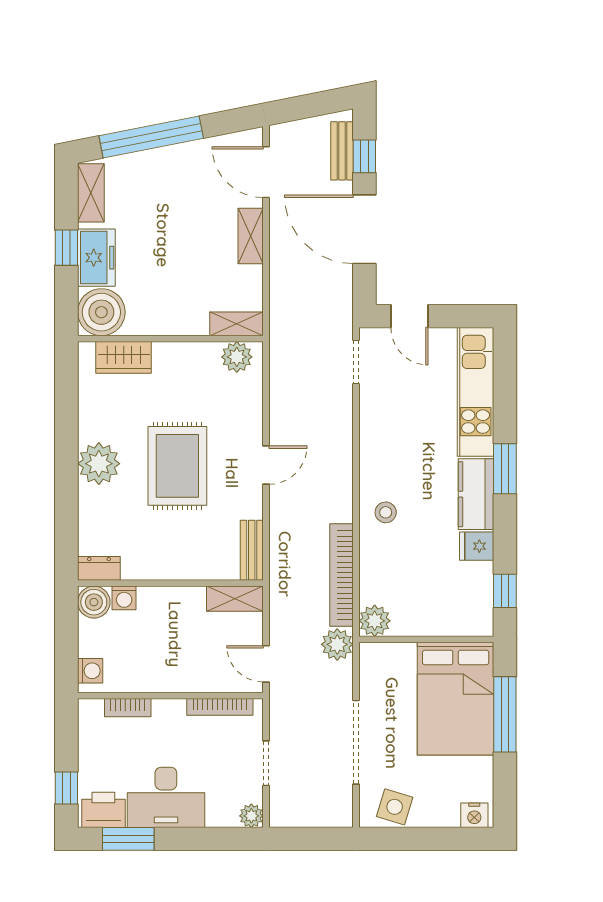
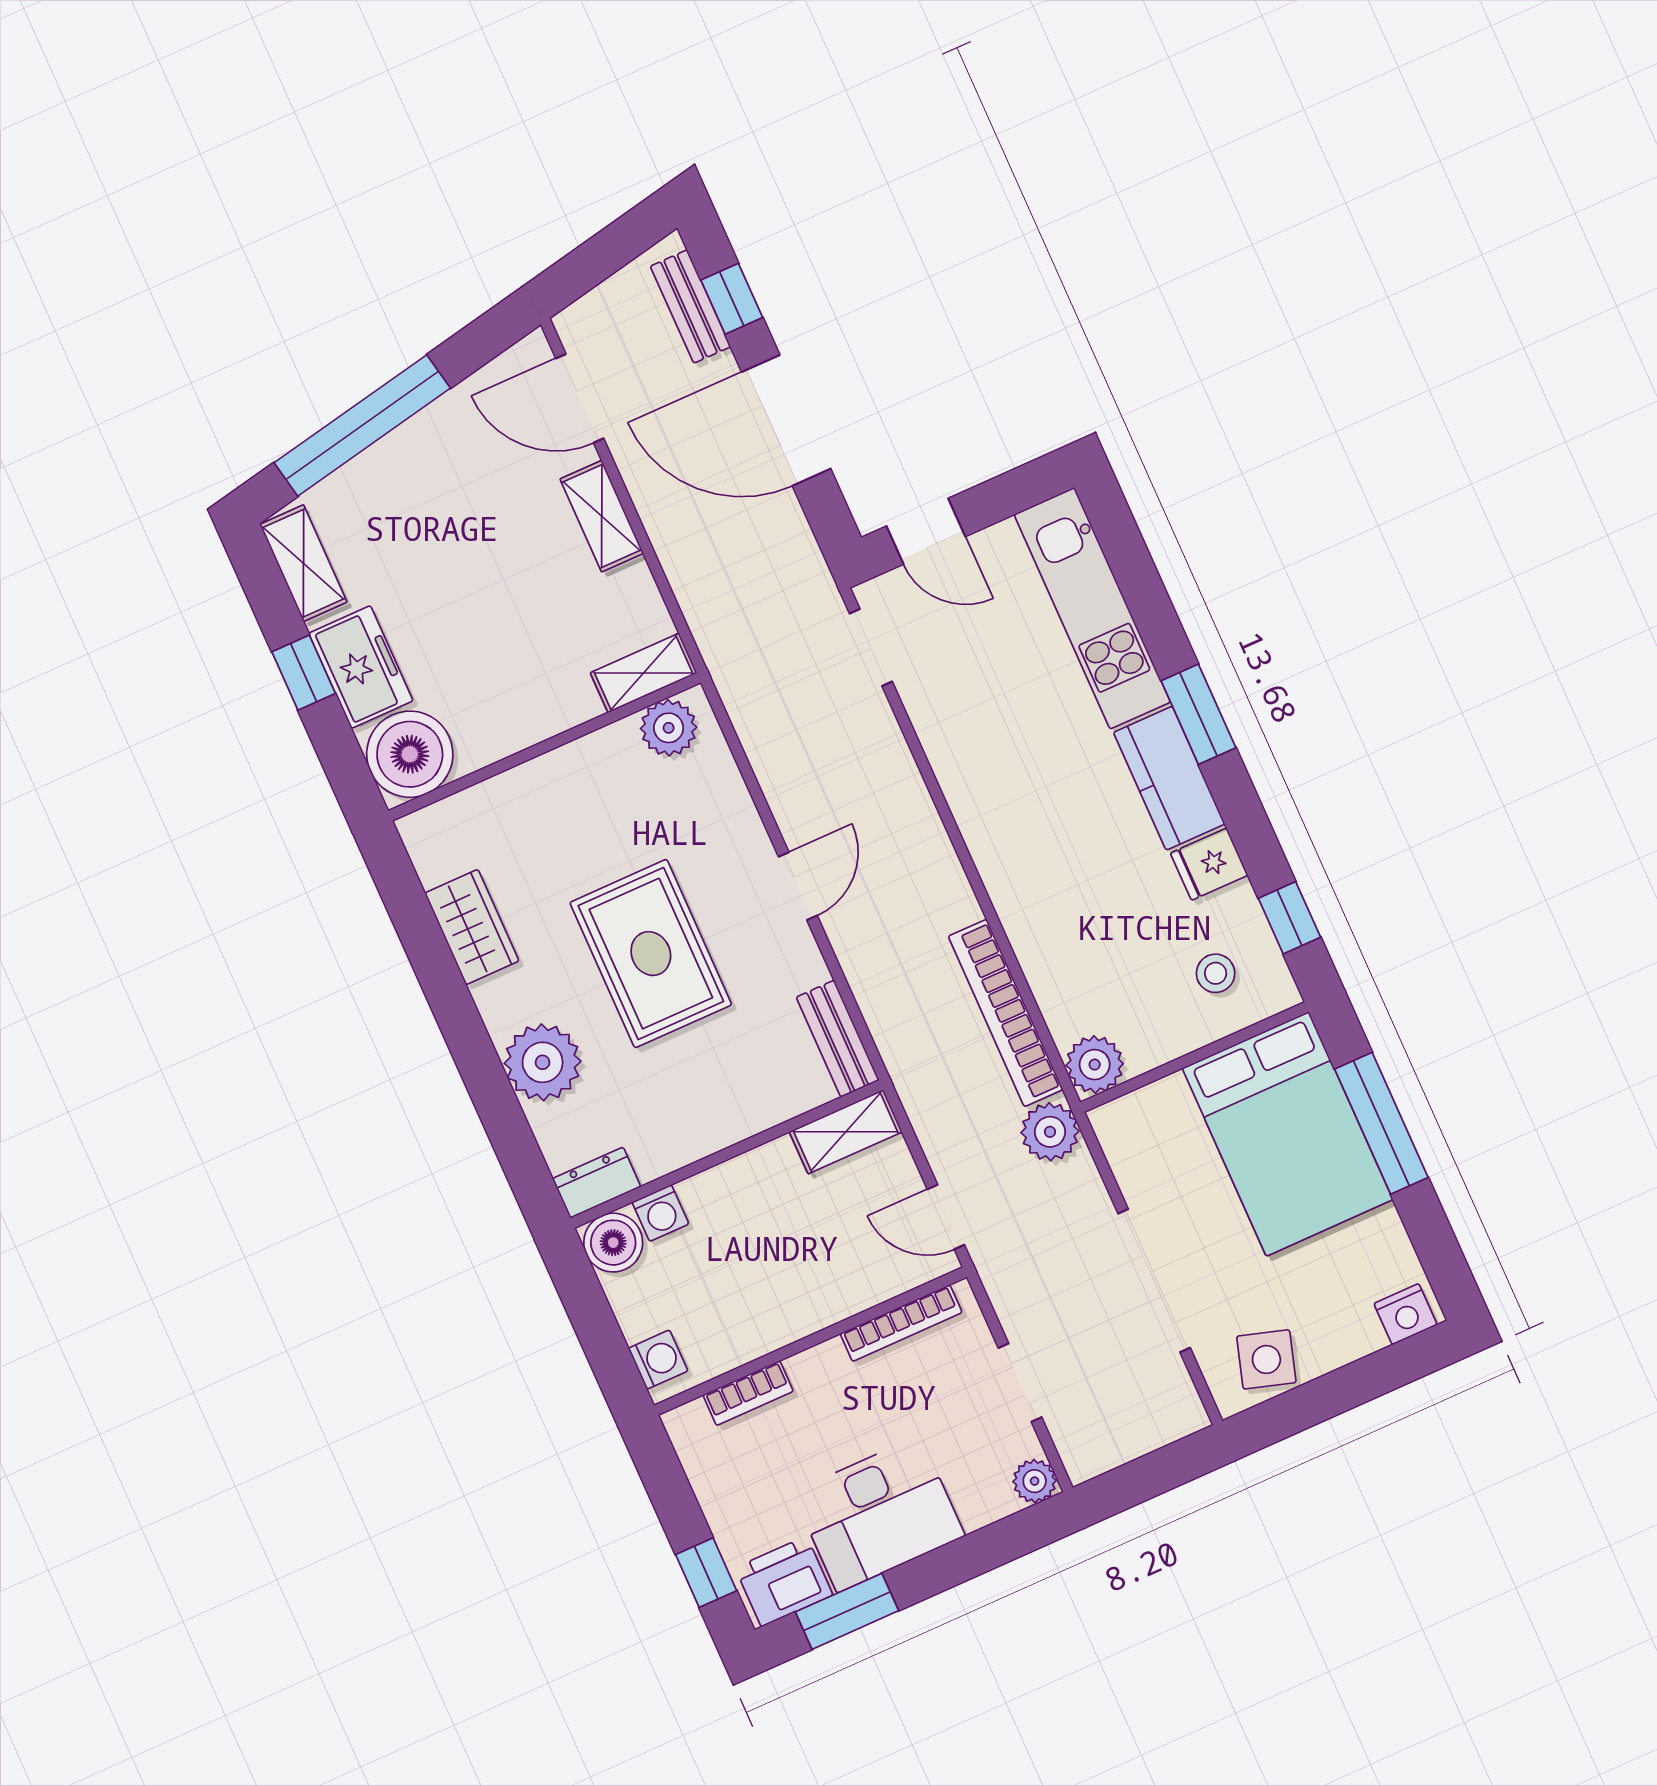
wardrobe: (124, 357) -> (472, 927), moved, turned -90
plant: (99, 464) -> (543, 1062), moved
stool: (386, 512) -> (1216, 973), moved

